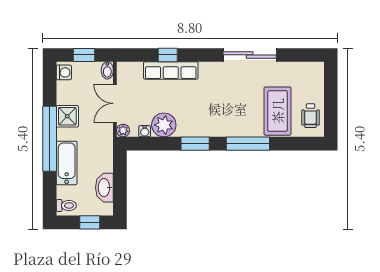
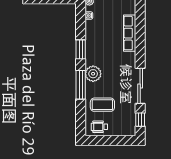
window: (168, 55) -> (140, 120), moved
coffee table: (278, 111) -> (102, 105), width x0.73, depth x0.76
plant: (164, 125) -> (93, 74), moved

